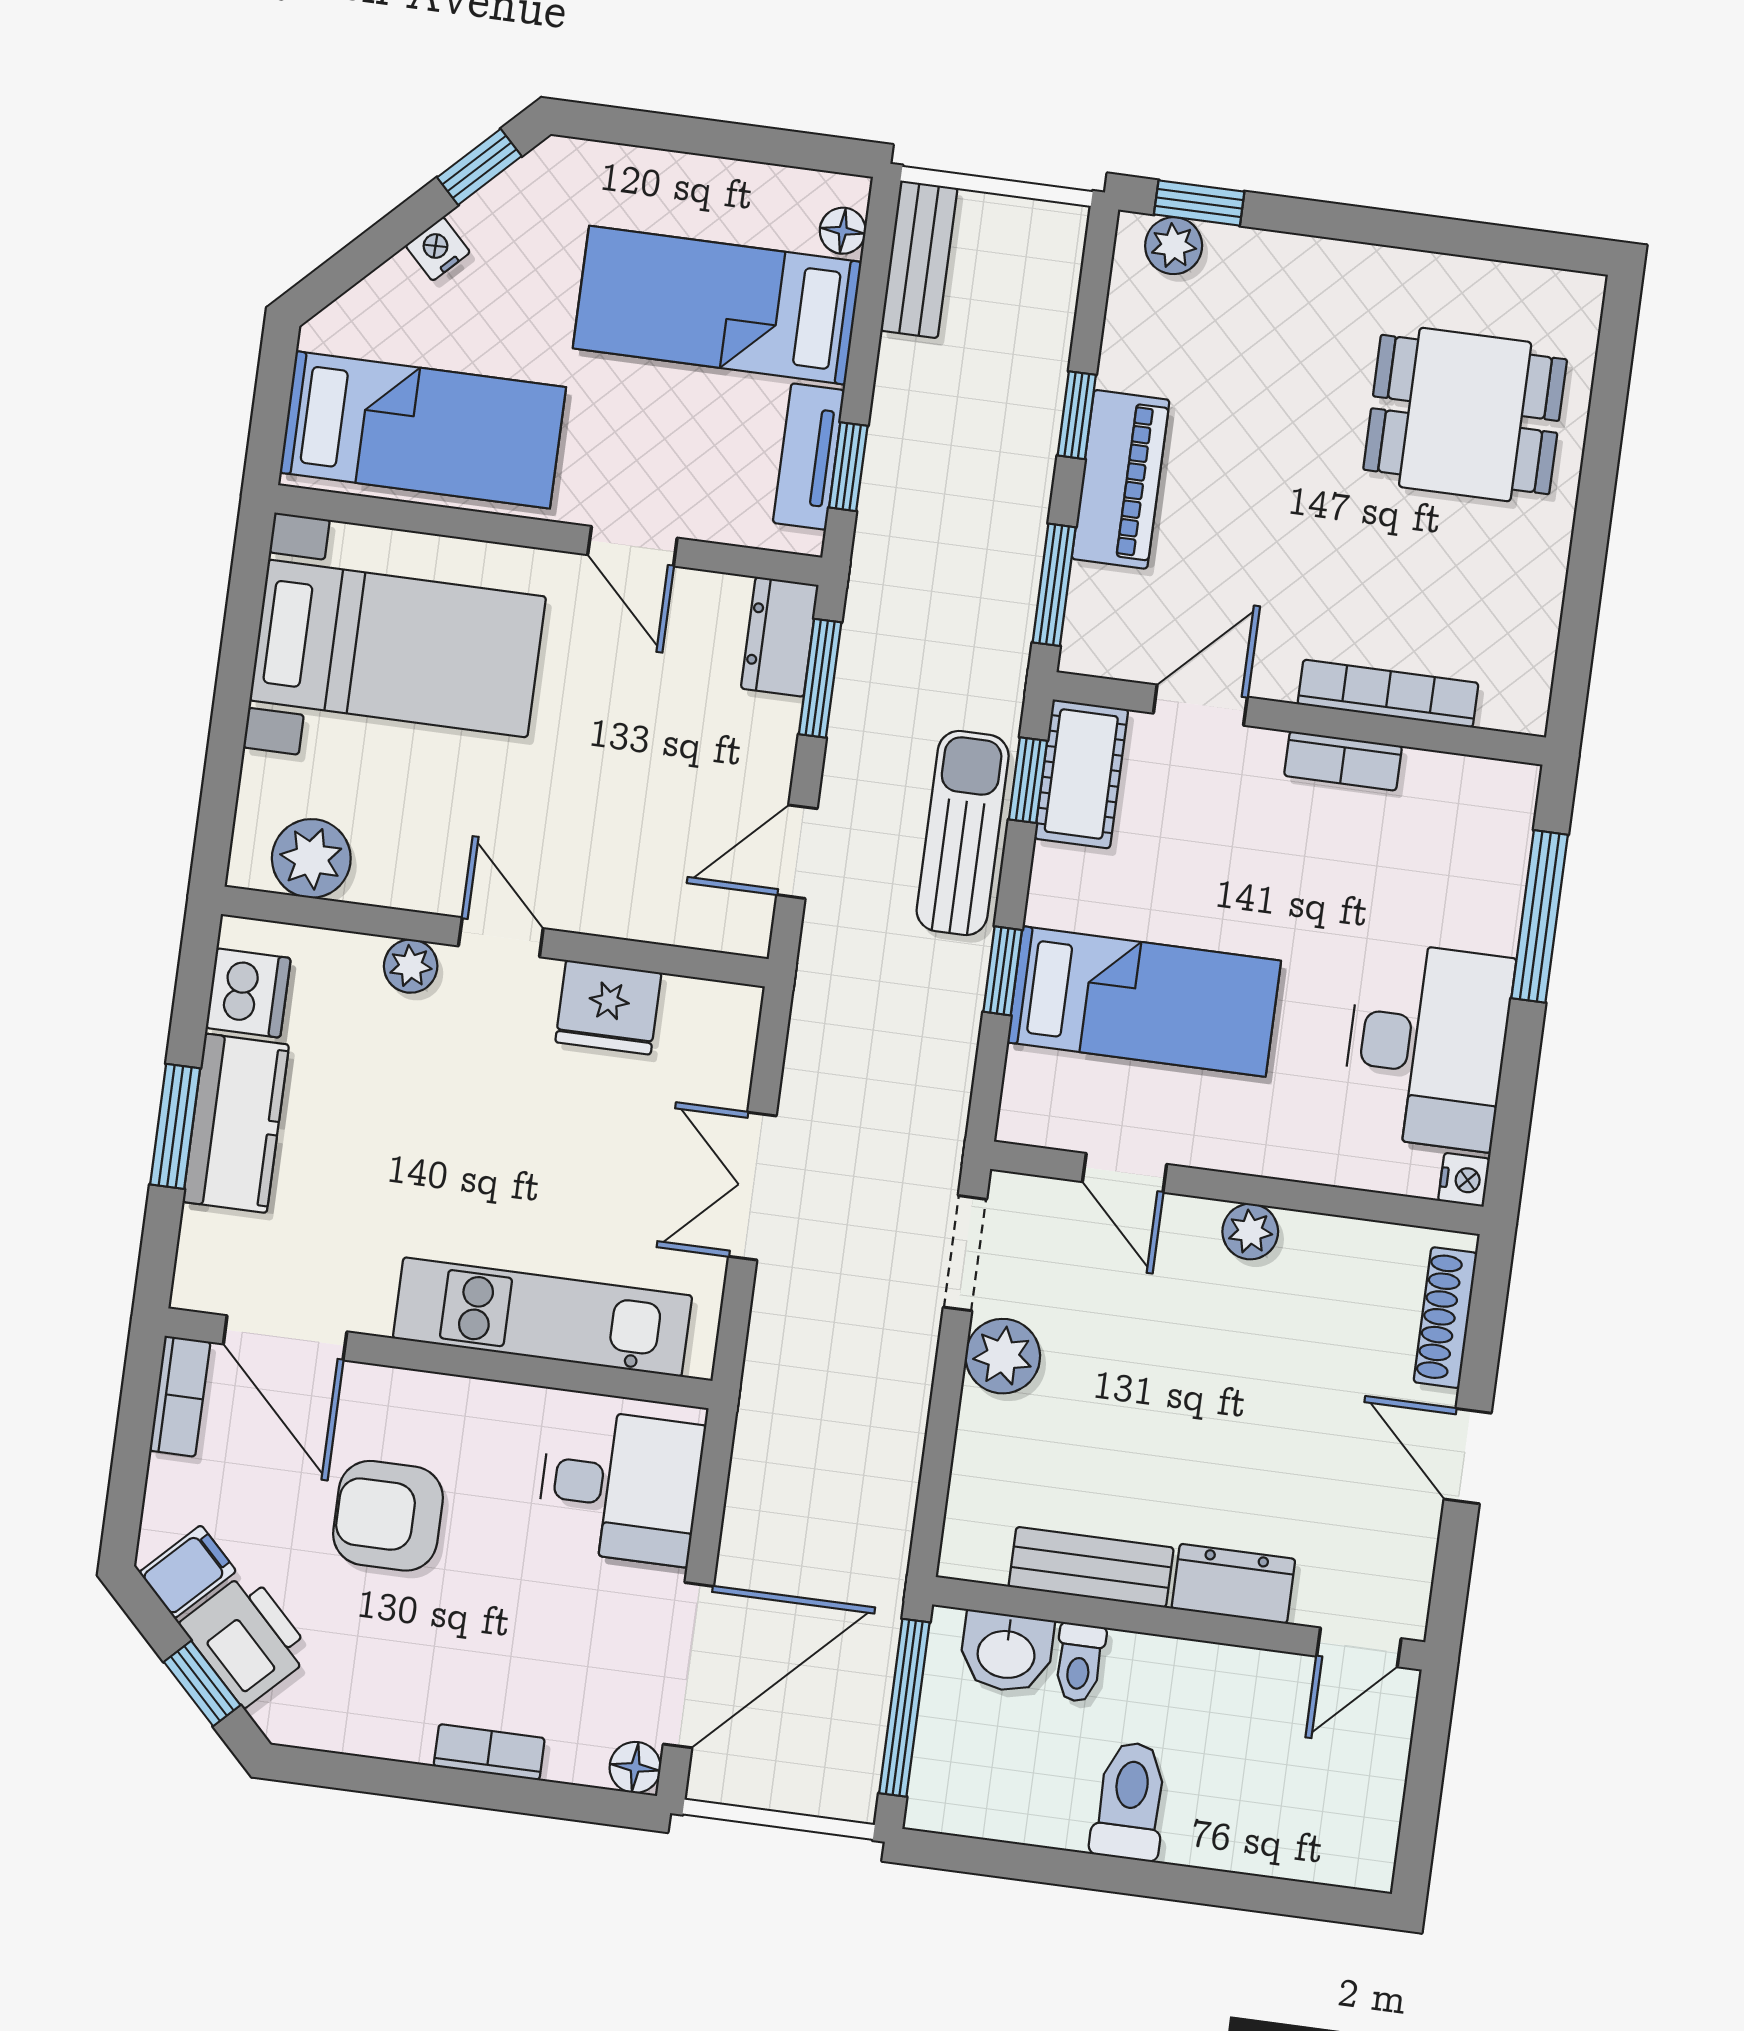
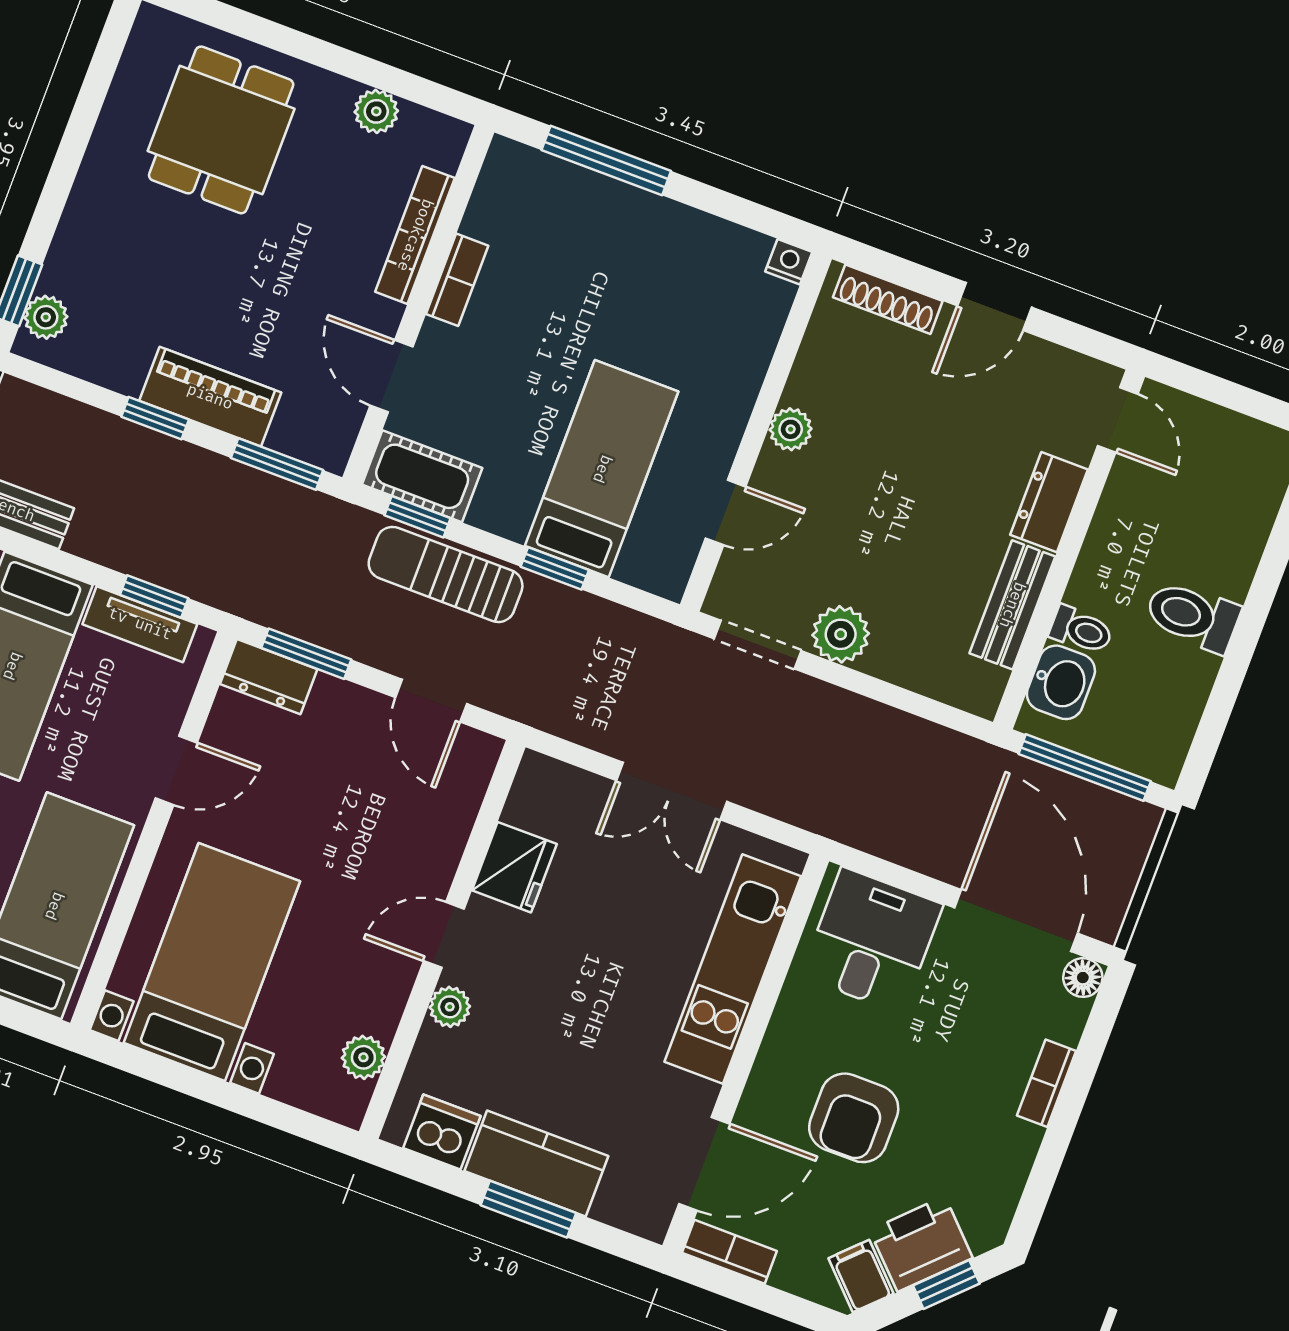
plant: (1535, 608) -> (376, 111), added
plant: (311, 858) -> (363, 1057), width x0.73, depth x0.73
desk: (1427, 1046) -> (683, 266), removed

